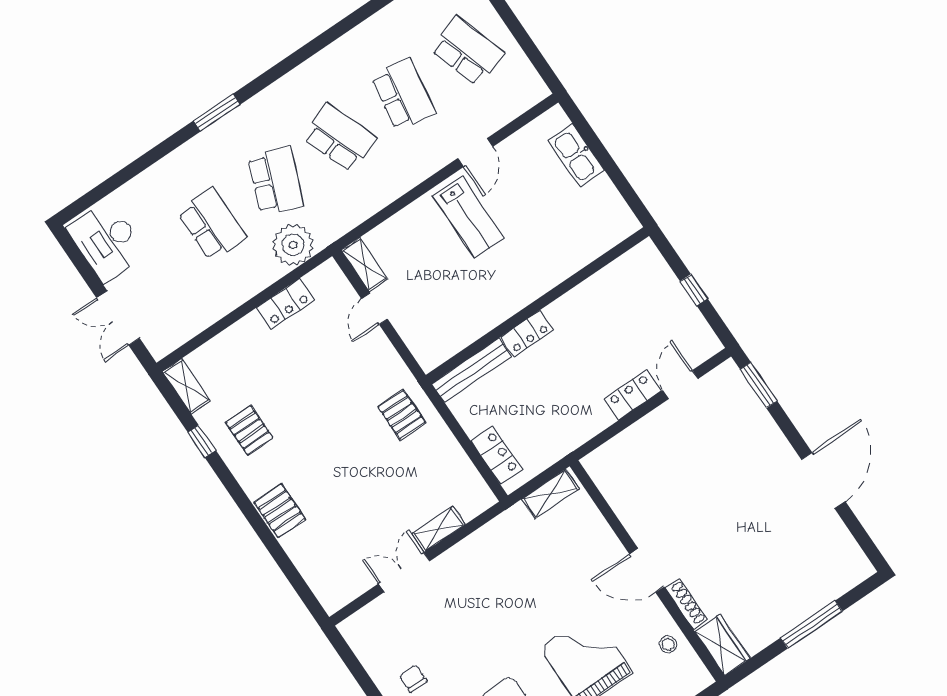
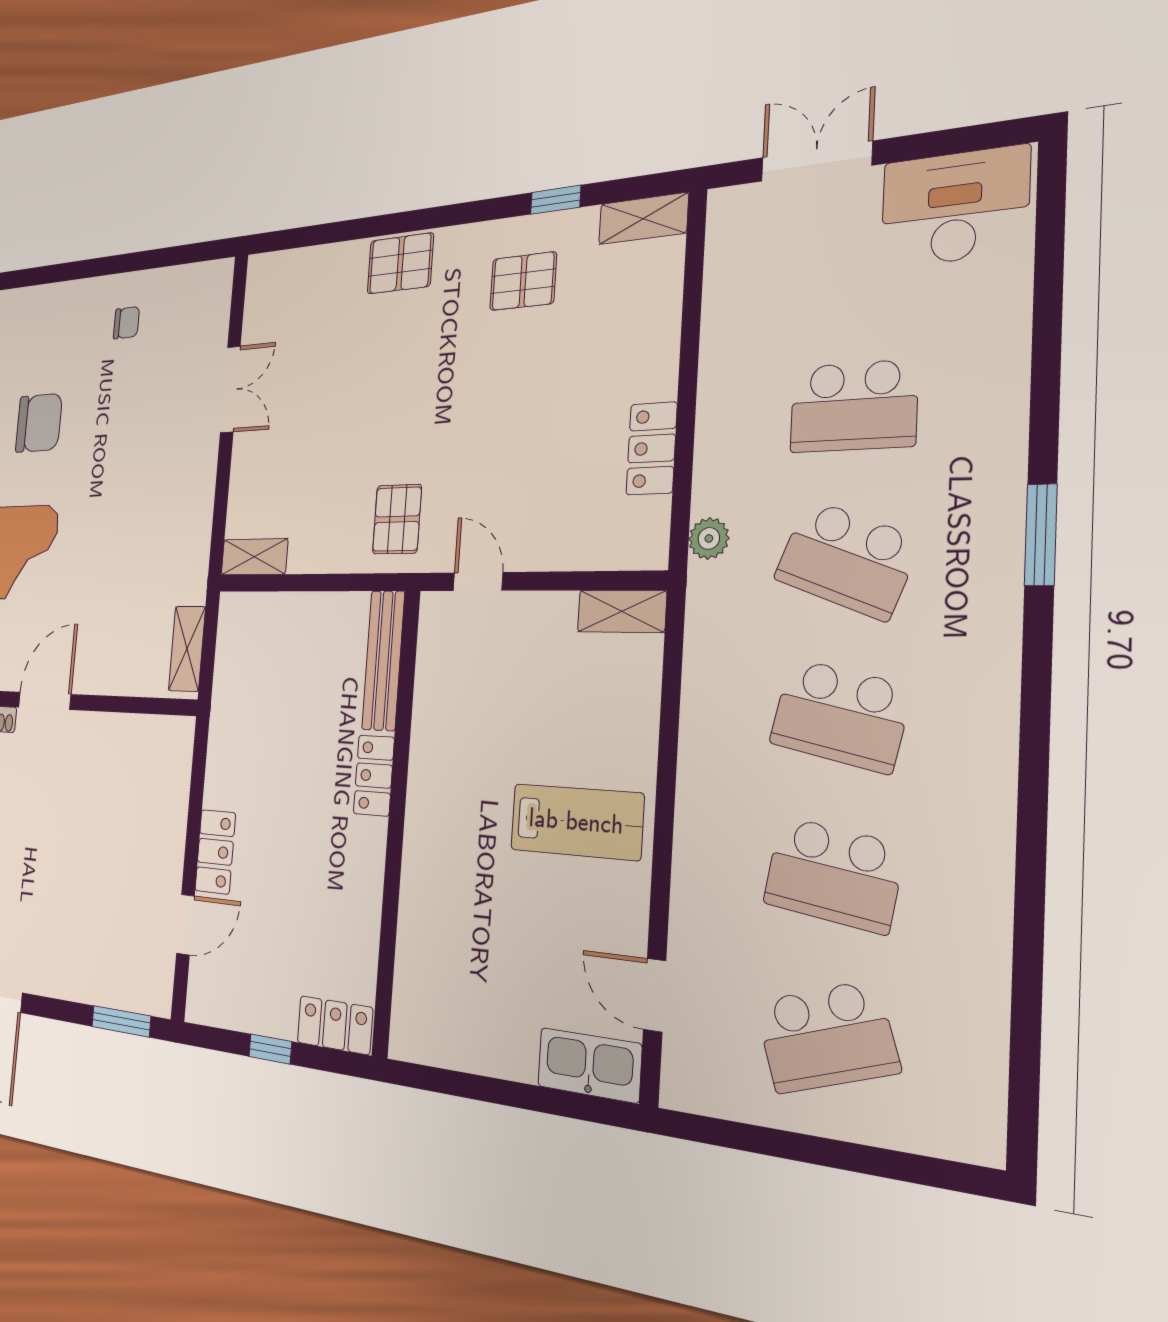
school desk: (340, 138) -> (840, 715), turned 33
door: (475, 152) -> (655, 995), moved
kitchen sink: (576, 155) -> (589, 1065), moved
lab bench: (468, 217) -> (576, 822), turned 180
plant: (293, 245) -> (709, 538), width x0.53, depth x0.53
door: (375, 309) -> (478, 582), moved
door: (681, 384) -> (185, 925), hinge flipped
pallet: (402, 415) -> (397, 519), turned 90
locker: (497, 455) -> (335, 1025), moved, turned 180
shelving: (439, 529) -> (254, 557), moved, turned 90

